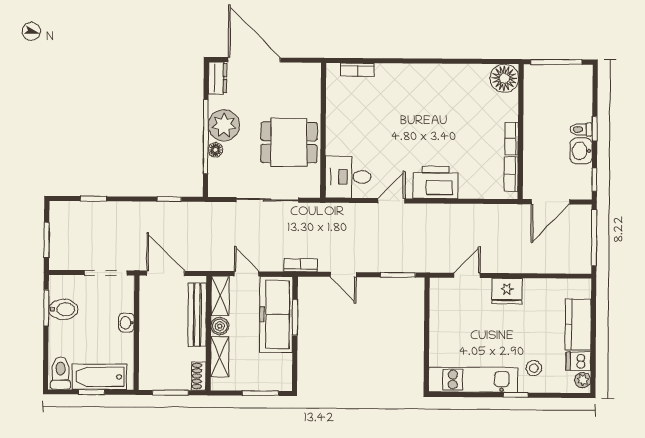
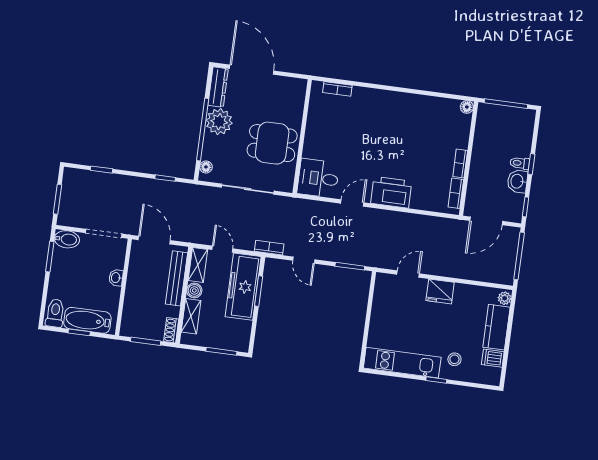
dresser: (218, 78) -> (218, 87), width x1.44
floor lamp: (504, 78) -> (467, 107), width x0.53, depth x0.53
floor lamp: (215, 150) -> (206, 167), moved
bidet: (63, 309) -> (67, 239), moved
plant: (583, 380) -> (505, 298), moved

